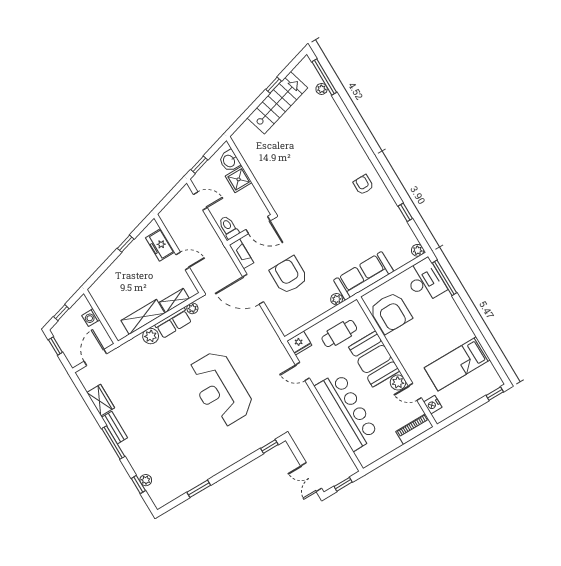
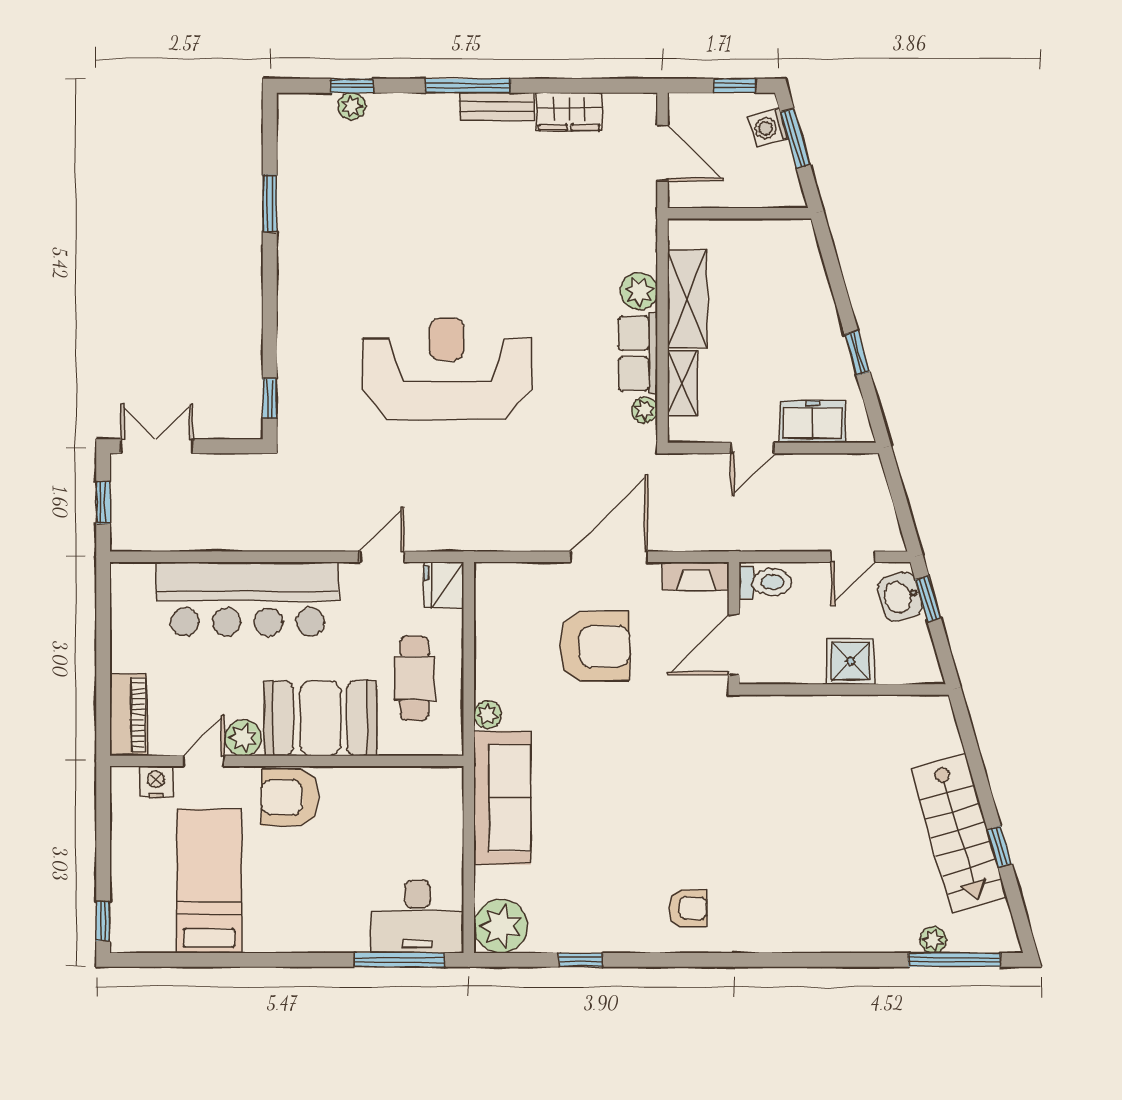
washbasin: (229, 161) -> (900, 597), moved, turned -106
plant: (418, 250) -> (501, 926), width x1.87, depth x1.87
window: (61, 313) -> (795, 138), width x1.50
armchair: (391, 313) -> (290, 797), moved, width x0.73, depth x0.73
washing machine: (91, 318) -> (769, 127), moved, turned -106

